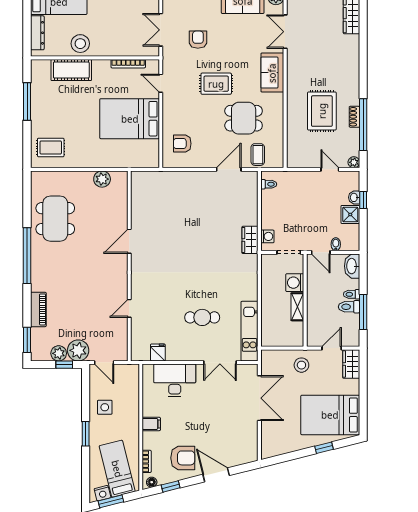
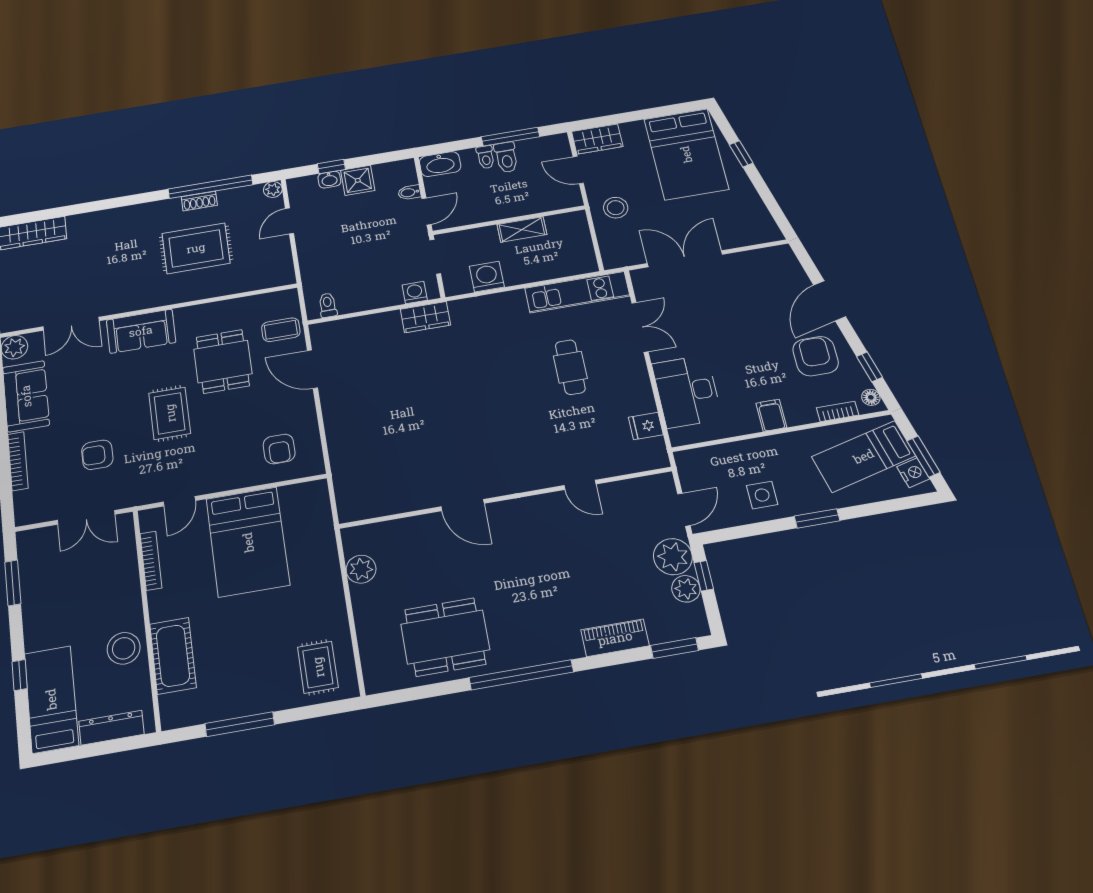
washing machine: (295, 283) -> (487, 277), moved, turned 180

